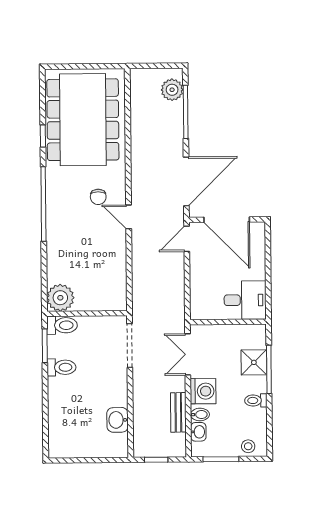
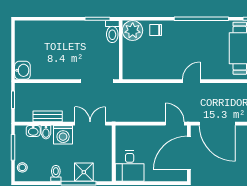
chair: (98, 197) -> (156, 30), moved
toilet: (62, 367) -> (81, 31), removed
washbasin: (118, 420) -> (22, 70), moved, turned 90

